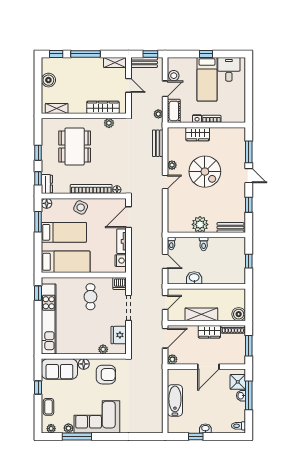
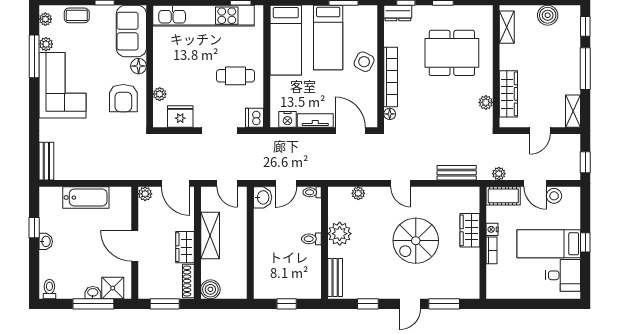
bench: (144, 62) -> (46, 161), moved
plant: (172, 165) -> (358, 193), moved
floor lamp: (47, 203) -> (370, 13), removed
washbasin: (194, 278) -> (263, 197), moved

